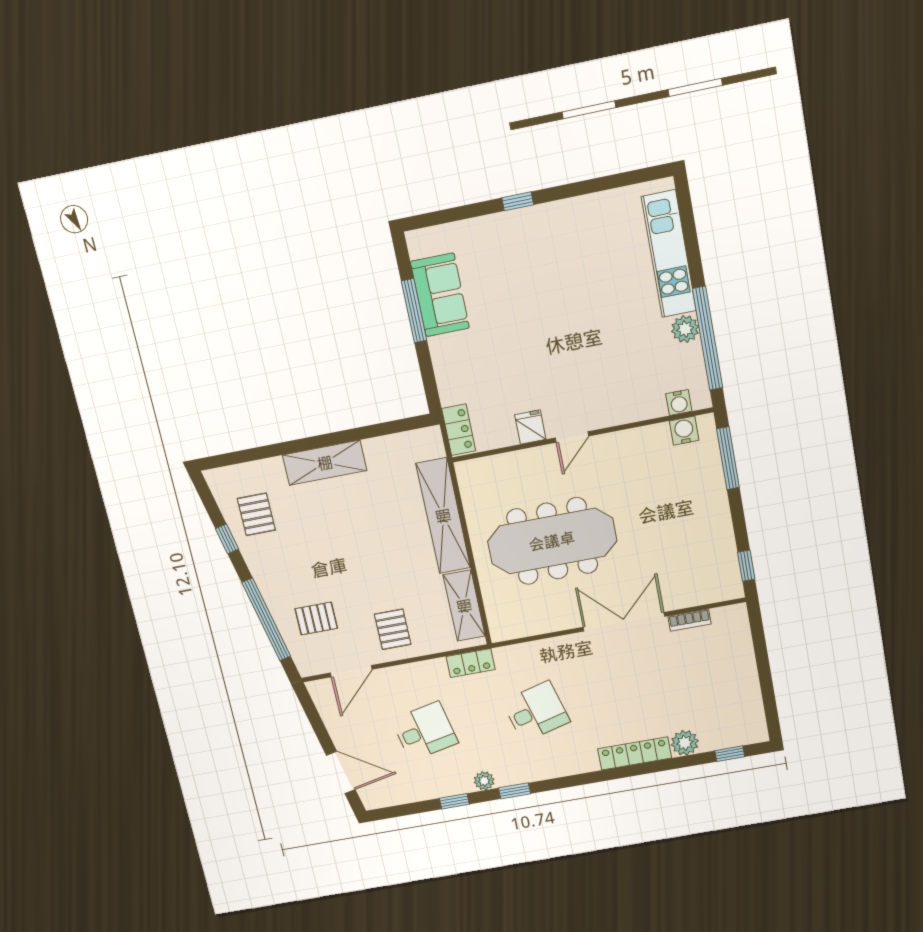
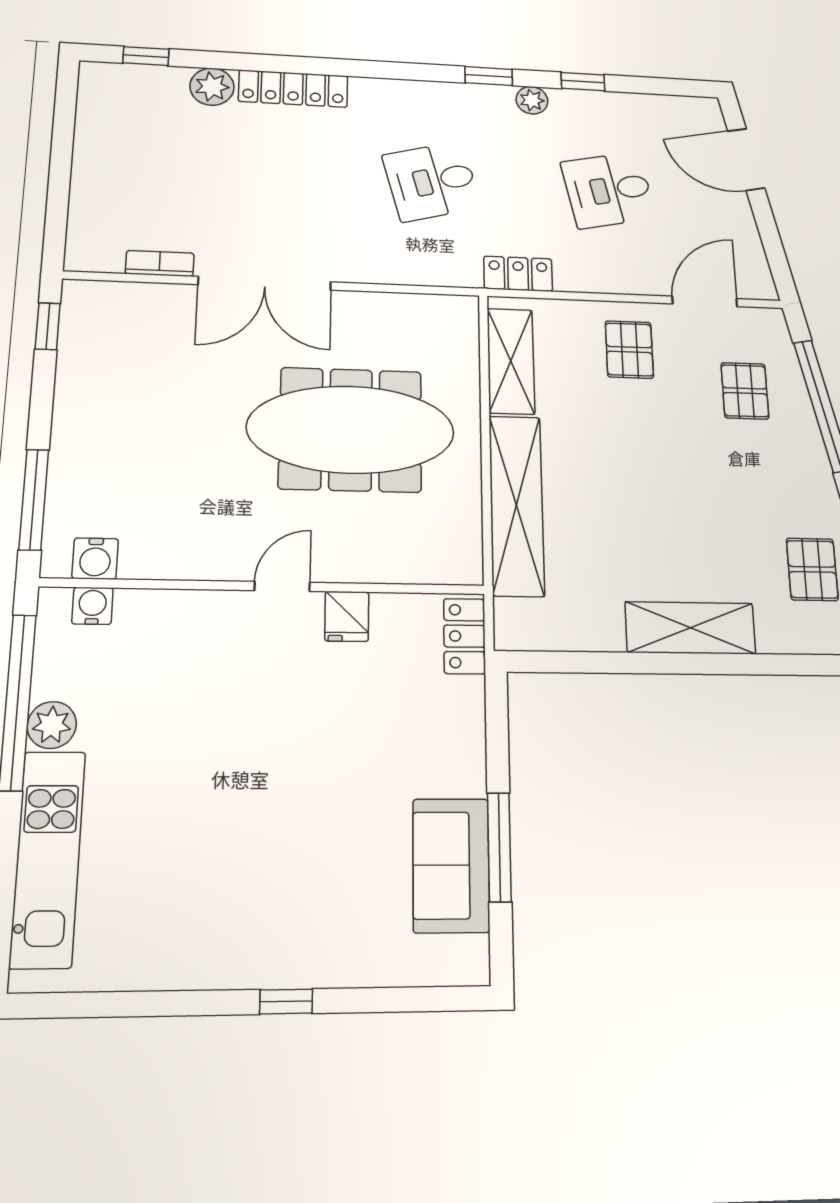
pallet: (316, 618) -> (745, 391), turned 90

